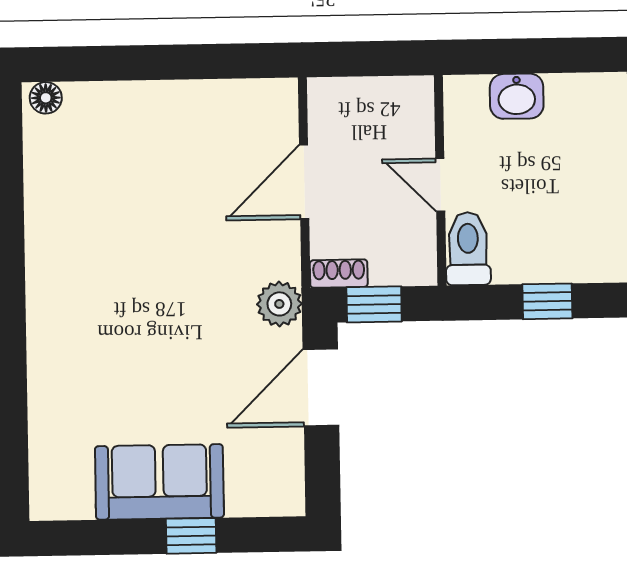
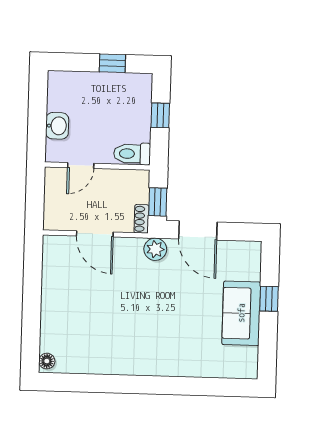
door: (440, 185) -> (81, 166), moved

